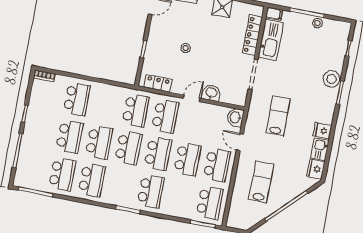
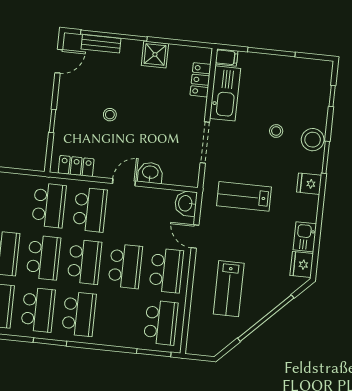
stool: (317, 23) -> (276, 131), moved
locker: (252, 35) -> (200, 80), width x0.66
lab bench: (278, 116) -> (244, 196), turned -90
fridge: (322, 131) -> (309, 184), moved
lab bench: (261, 182) -> (229, 289), turned 180
school desk: (121, 185) -> (38, 310), added

